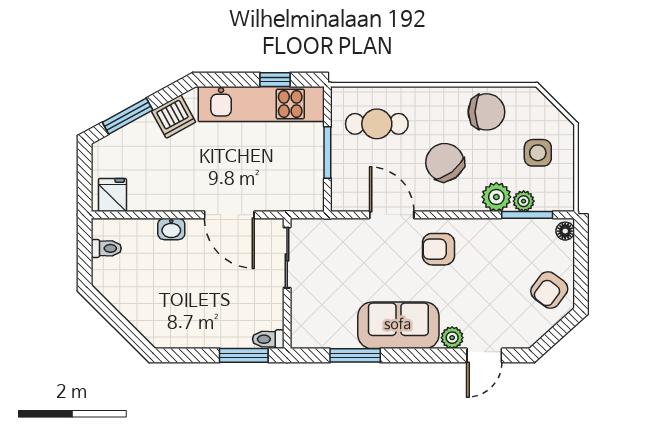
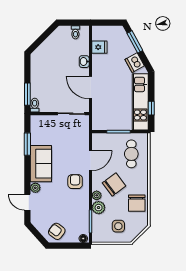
fridge: (112, 195) -> (99, 47), moved
plant: (524, 201) -> (97, 195), moved
door: (229, 215) -> (91, 88), hinge flipped

